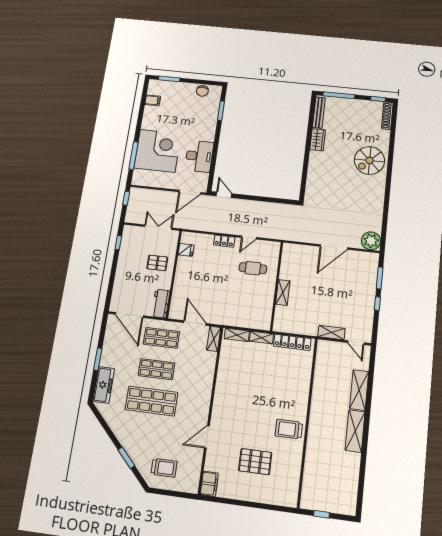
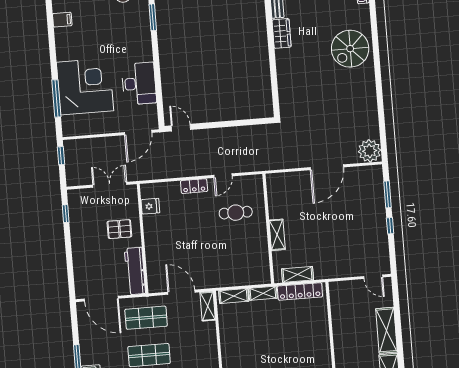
workbench: (161, 304) -> (135, 271), width x1.38
shelving: (331, 333) -> (298, 274), moved

